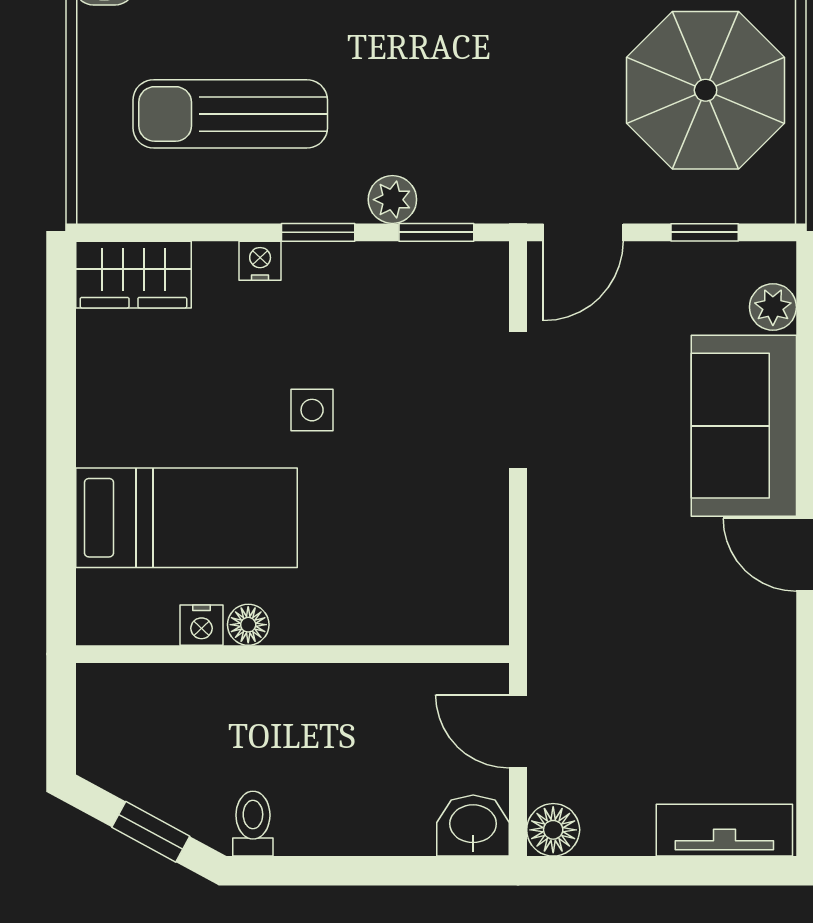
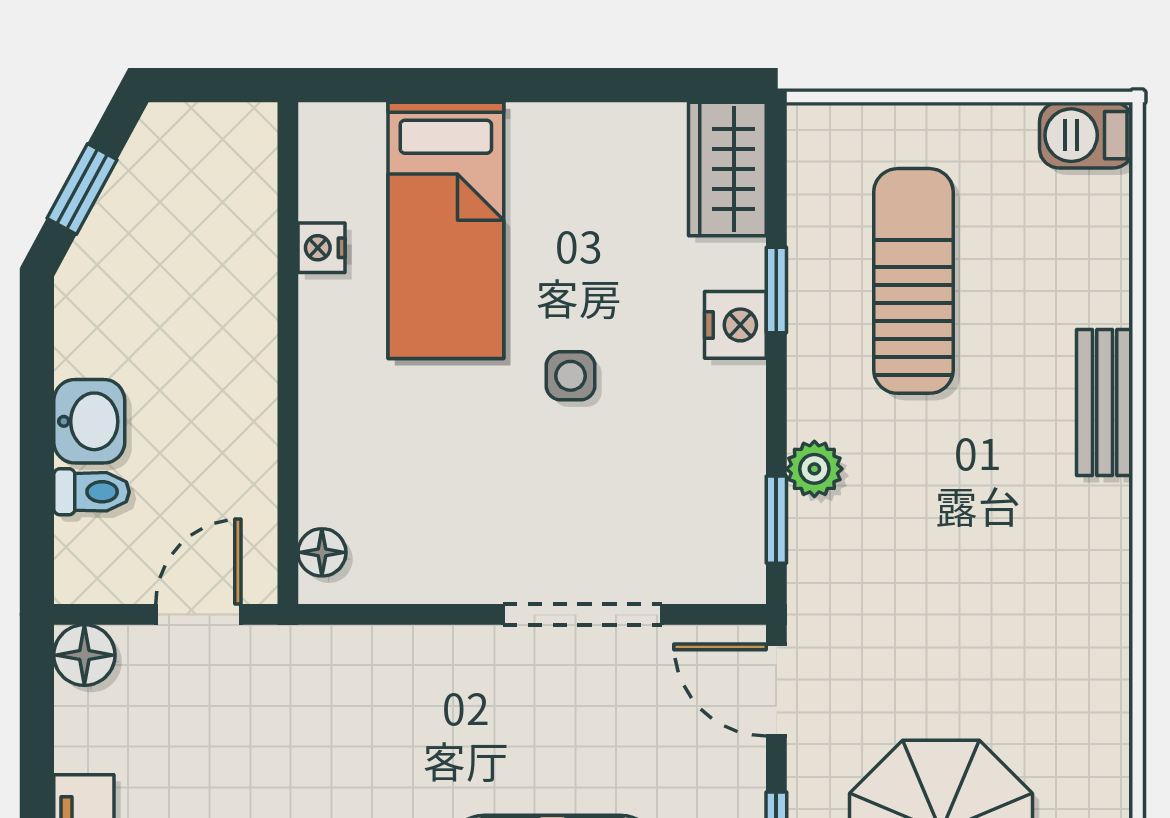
window: (318, 232) -> (776, 290), moved
nightstand: (260, 261) -> (735, 325), width x1.39, depth x1.35
floor lamp: (248, 625) -> (322, 552), moved
toilet: (253, 824) -> (92, 492), moved
washbasin: (473, 826) -> (89, 421), moved

